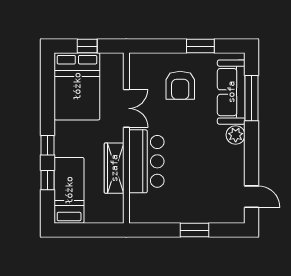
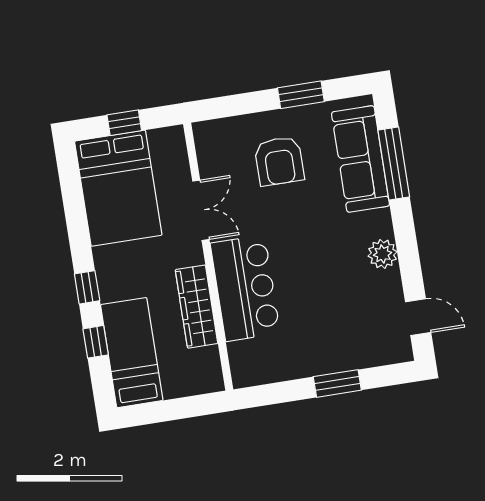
plant: (236, 135) -> (383, 254), moved

